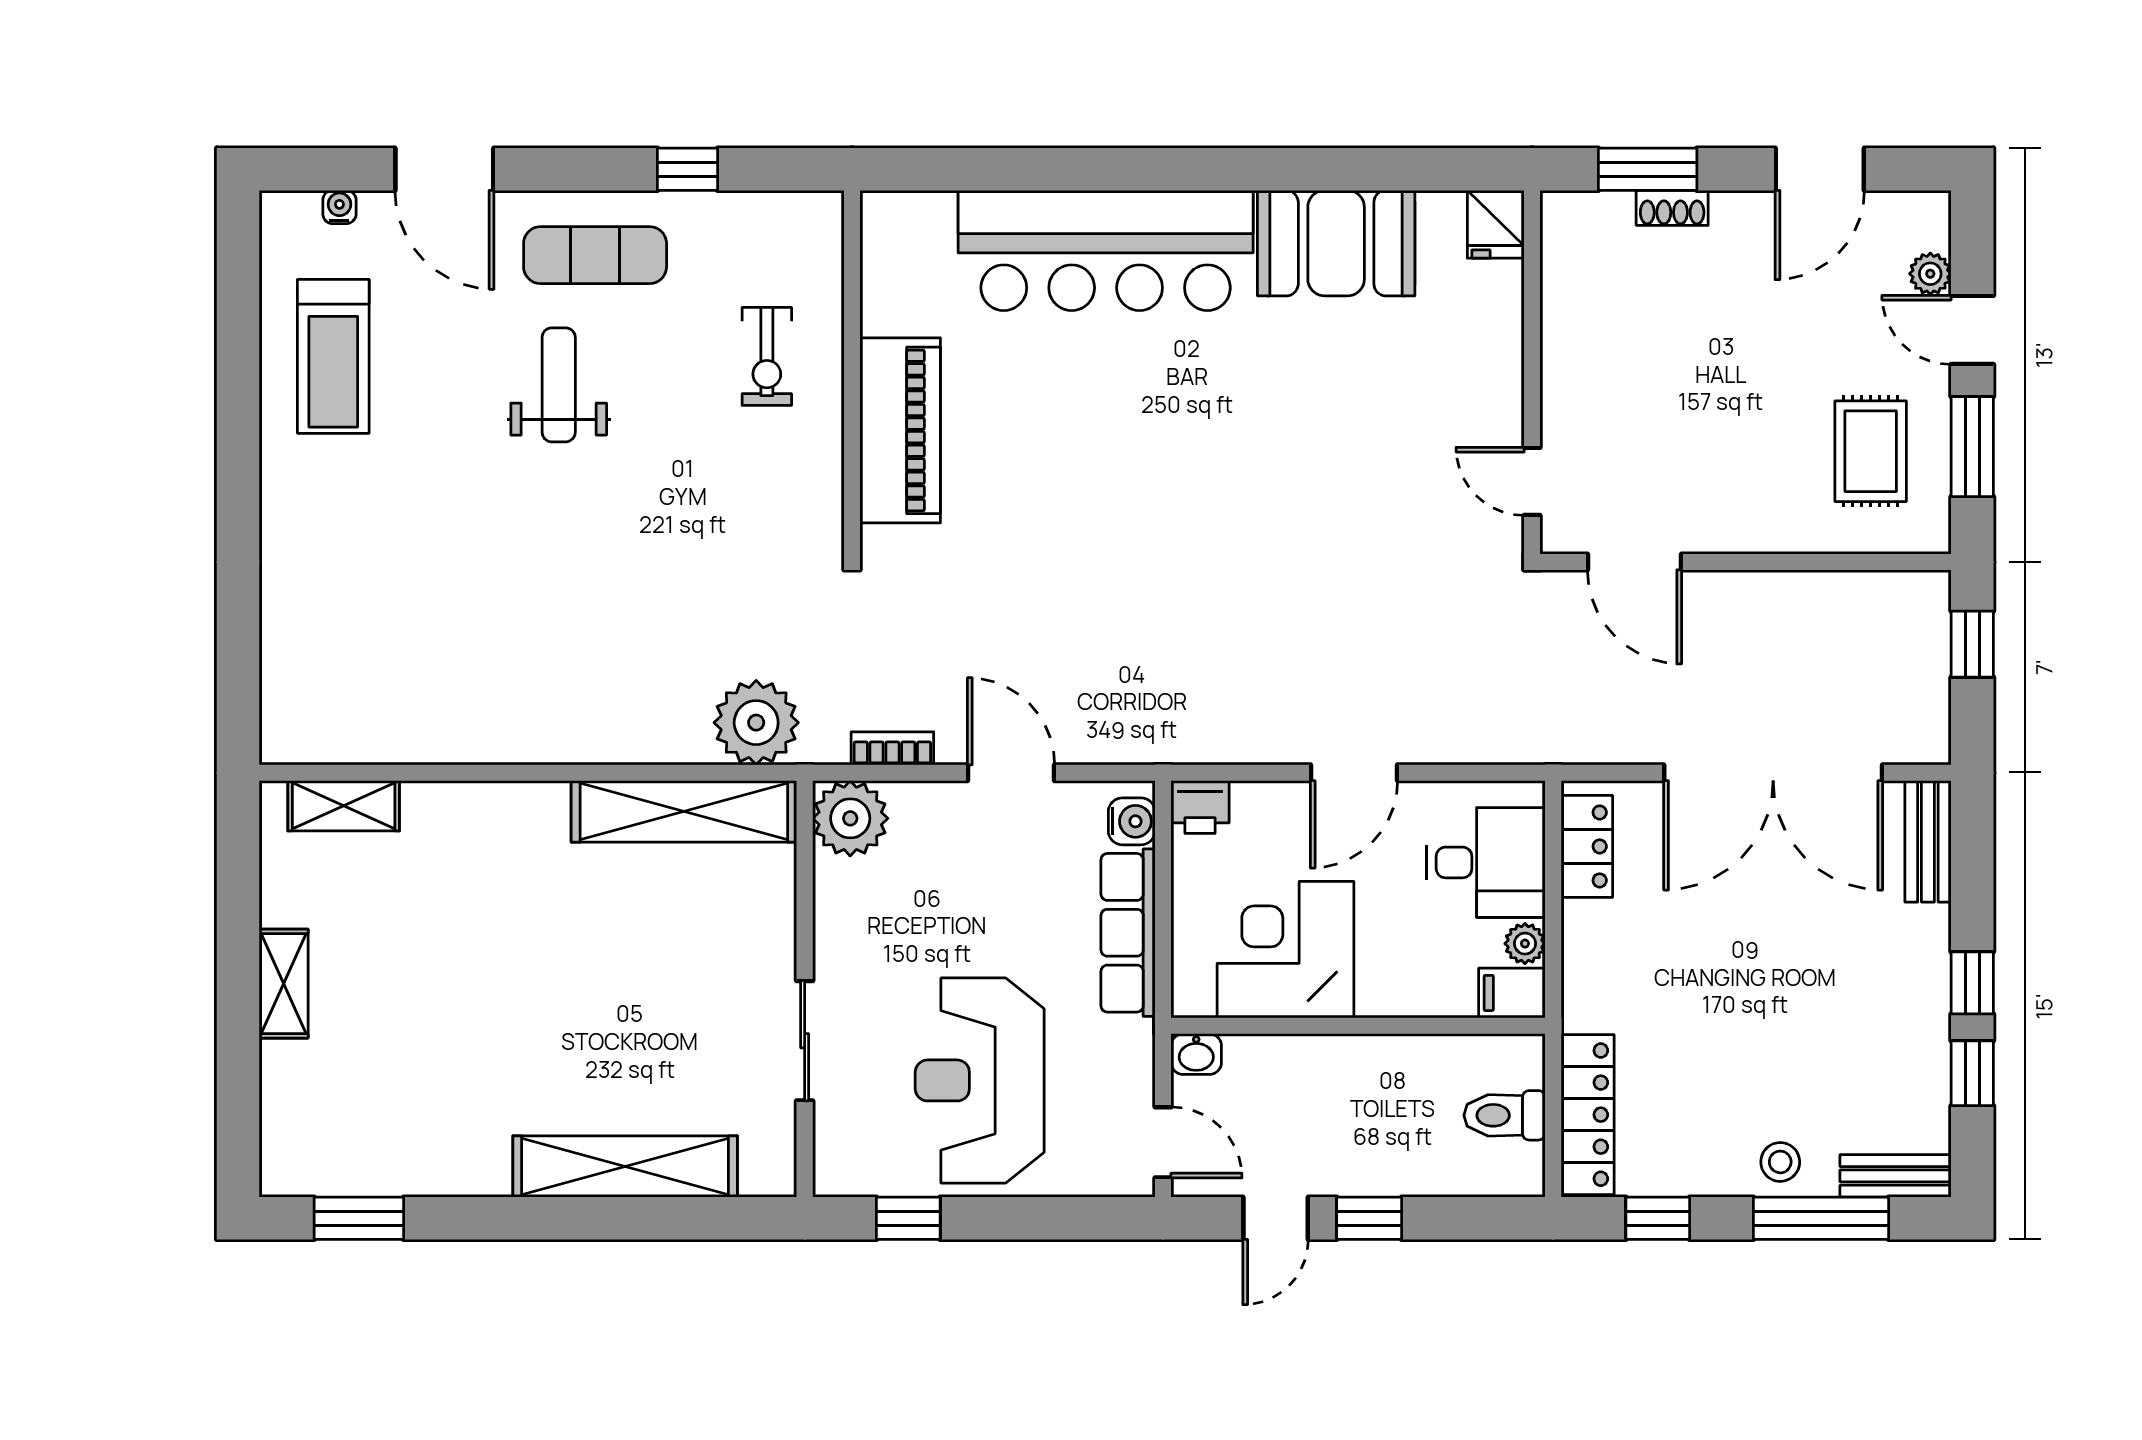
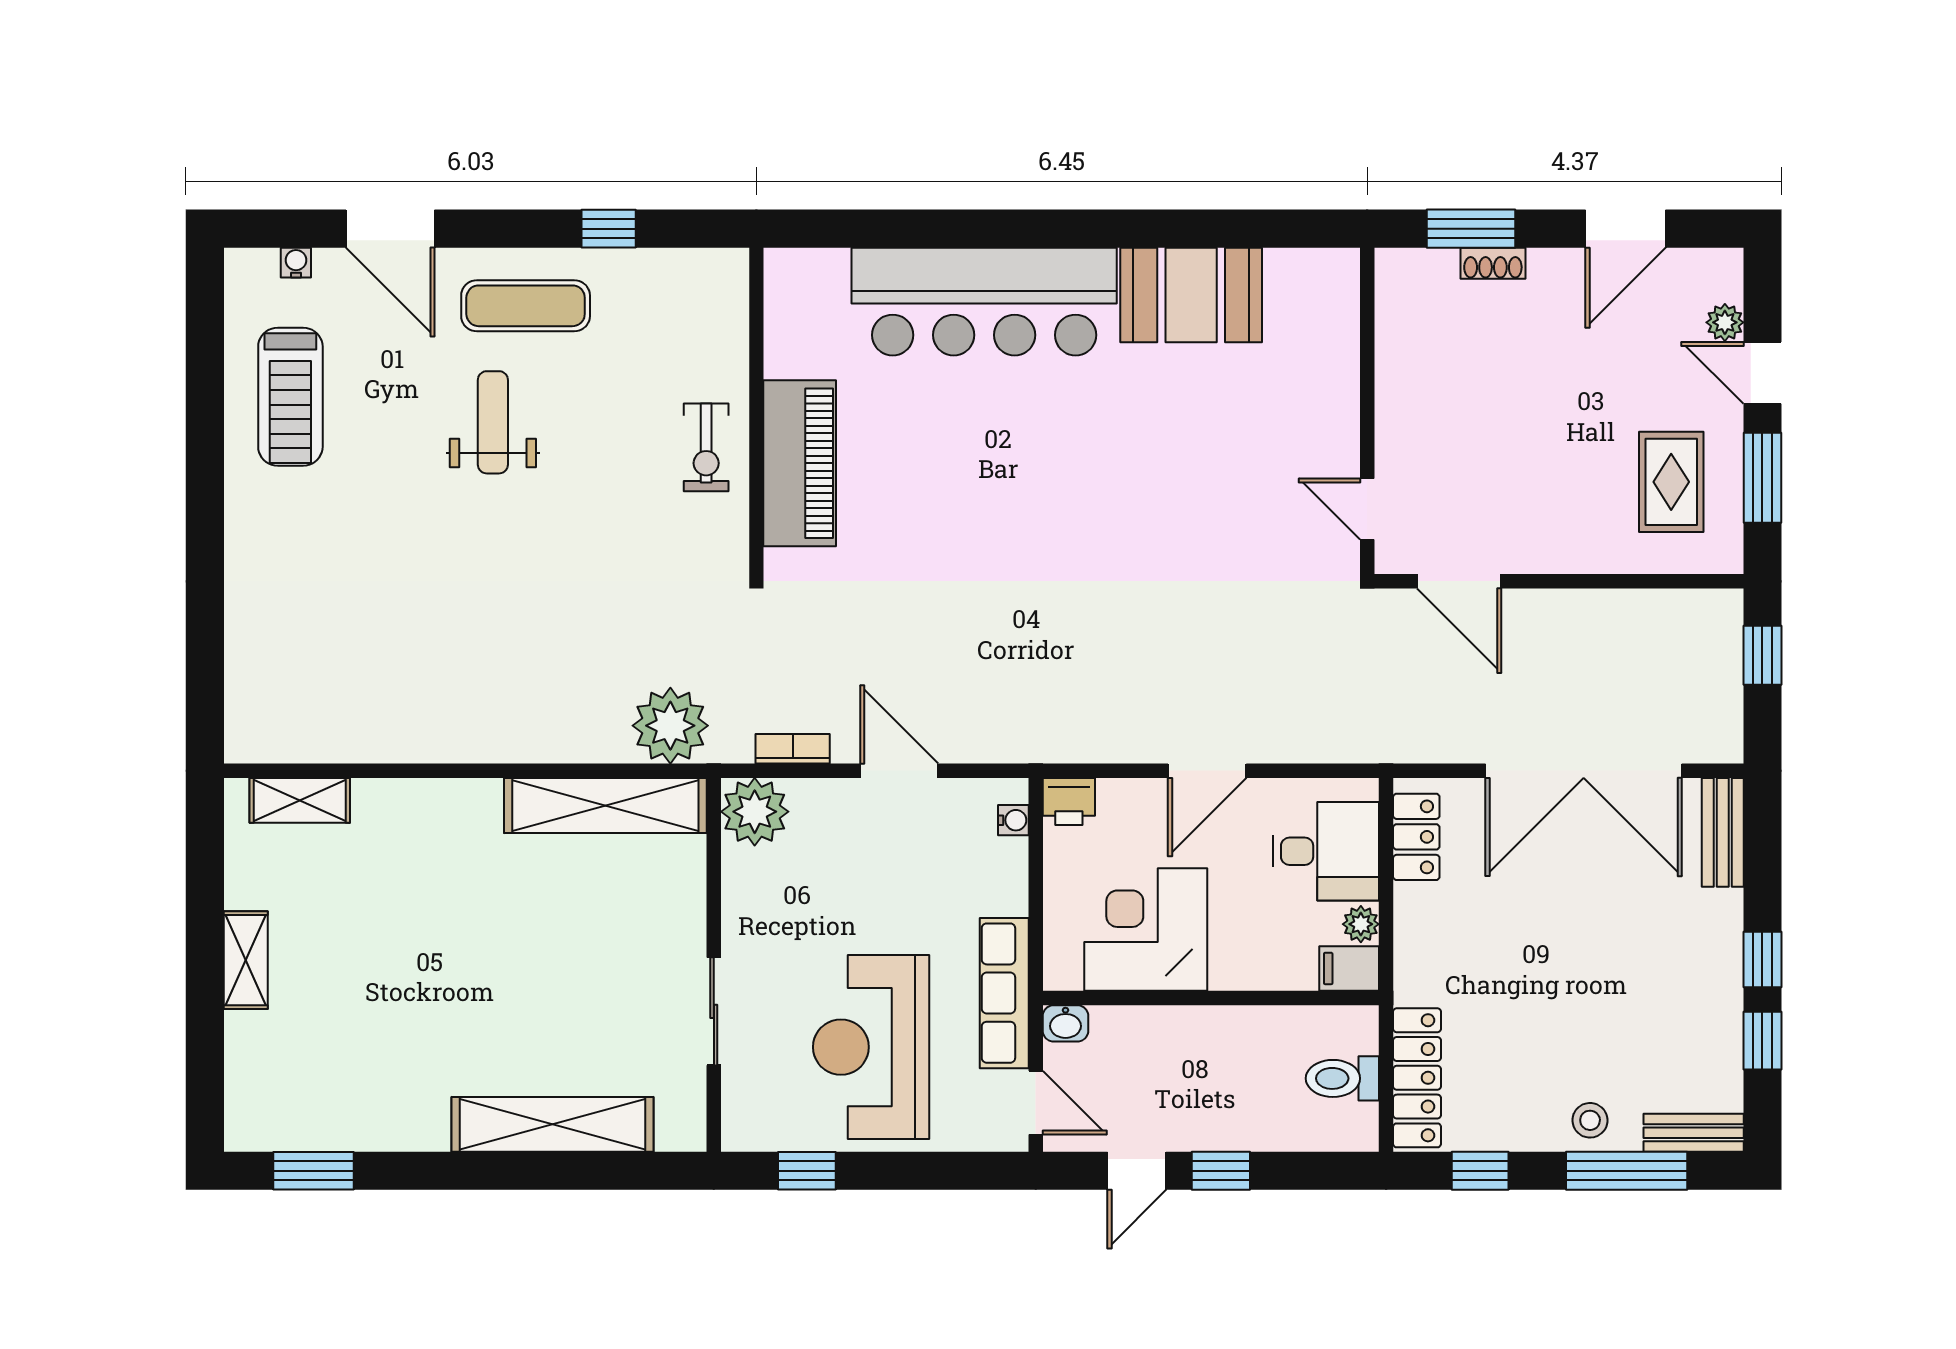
fridge: (1496, 224) -> (1335, 278), removed
exercise bike: (767, 356) -> (706, 447), moved
water cooler: (1132, 821) -> (1013, 820), width x0.72, depth x0.72
row of seats: (1128, 933) -> (1004, 993), moved

